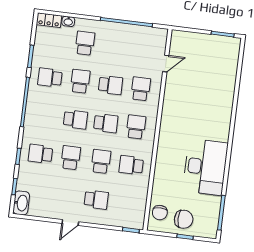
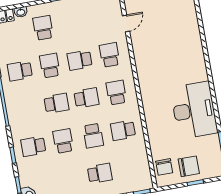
school desk: (110, 85) -> (80, 60), turned 180
school desk: (101, 161) -> (93, 136), turned 180

